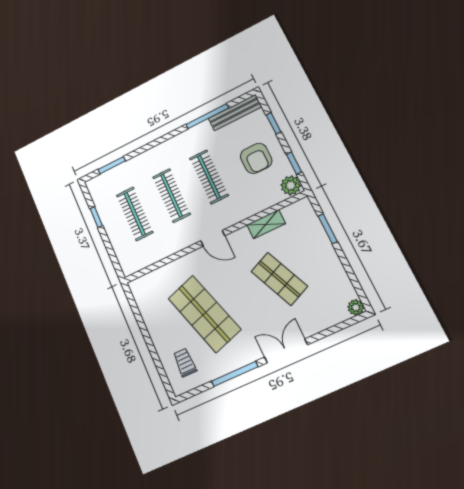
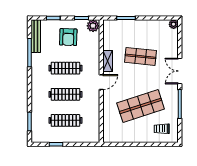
armchair: (256, 158) -> (68, 37), turned 92
shelving: (266, 224) -> (108, 61), moved
shop shelf: (279, 279) -> (141, 56), turned 30

